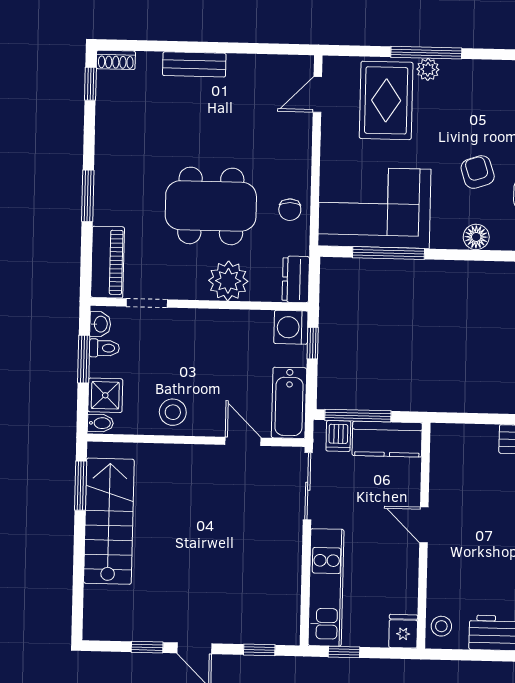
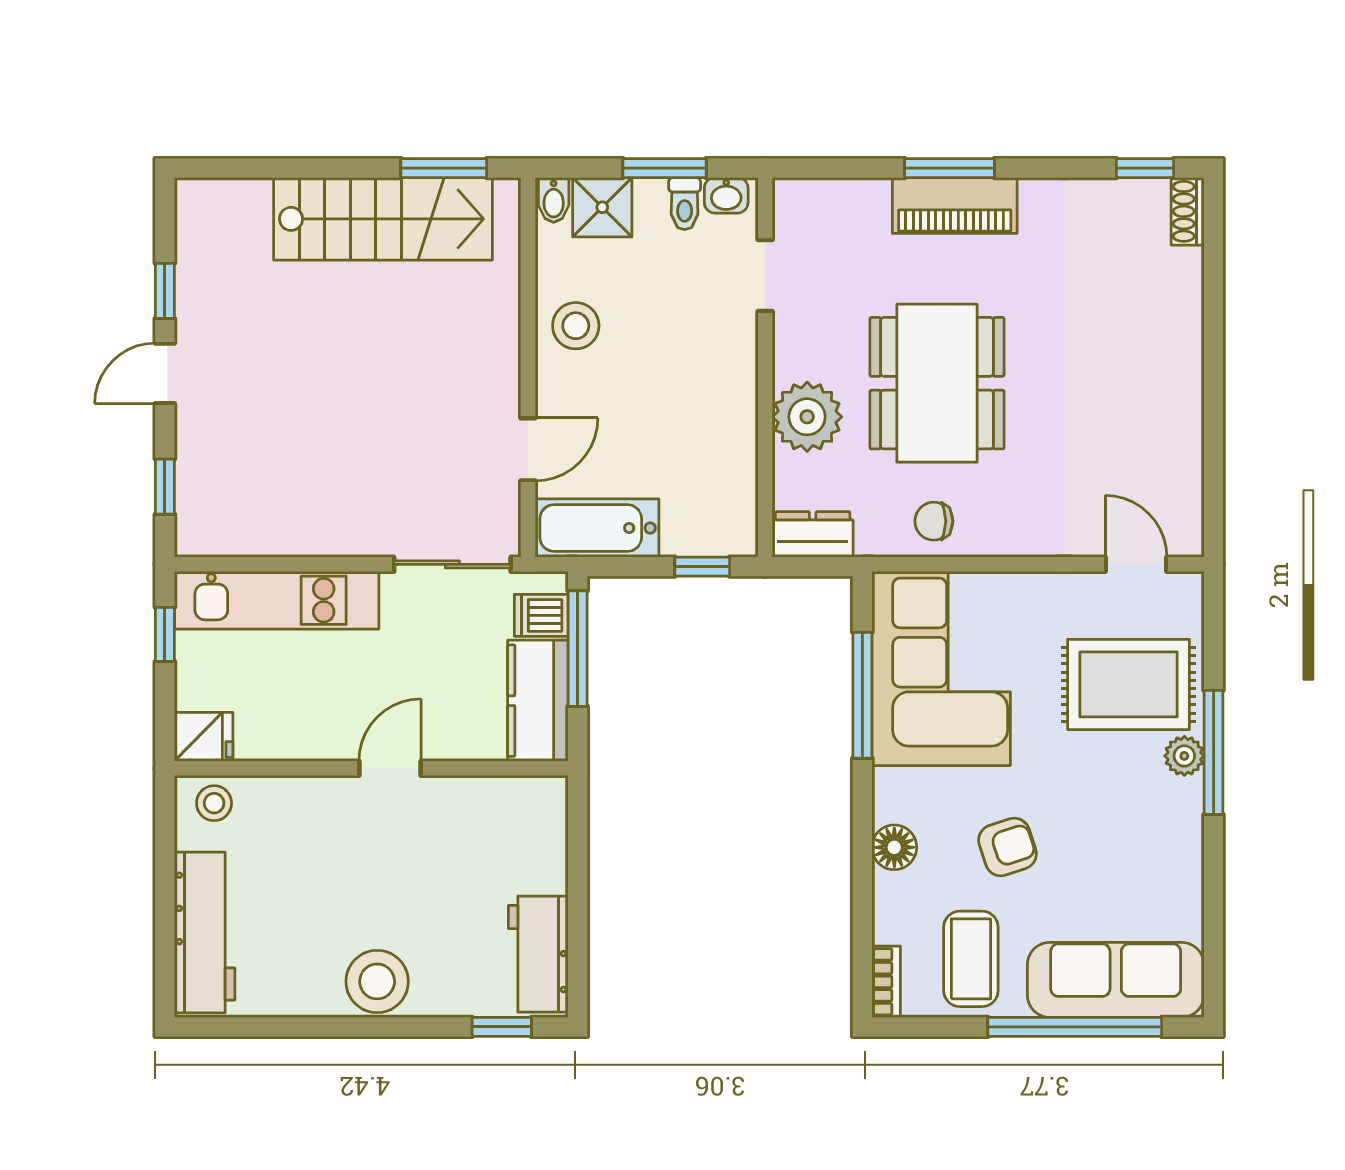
bench: (194, 64) -> (1183, 348), removed
piano: (108, 262) -> (955, 206), moved
washing machine: (291, 327) -> (729, 528), removed

